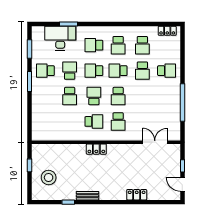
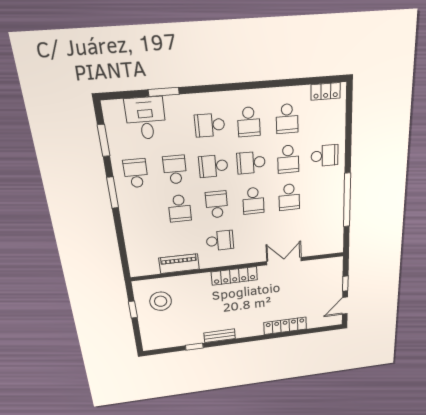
desk: (60, 38) -> (146, 118), width x0.73
school desk: (45, 71) -> (136, 173), turned 90
school desk: (118, 121) -> (289, 197), moved
piano: (65, 135) -> (179, 264), added
double door: (155, 142) -> (284, 261), moved
locker: (96, 149) -> (234, 276), width x1.53
stool: (49, 177) -> (161, 301), moved
door: (183, 184) -> (345, 306), hinge flipped
locker: (137, 195) -> (285, 326), width x1.53

